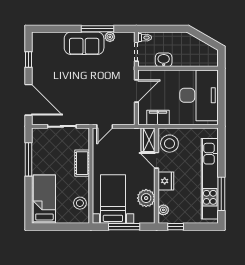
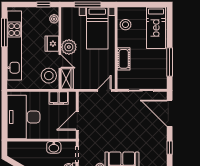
plant: (146, 198) -> (69, 47), moved

